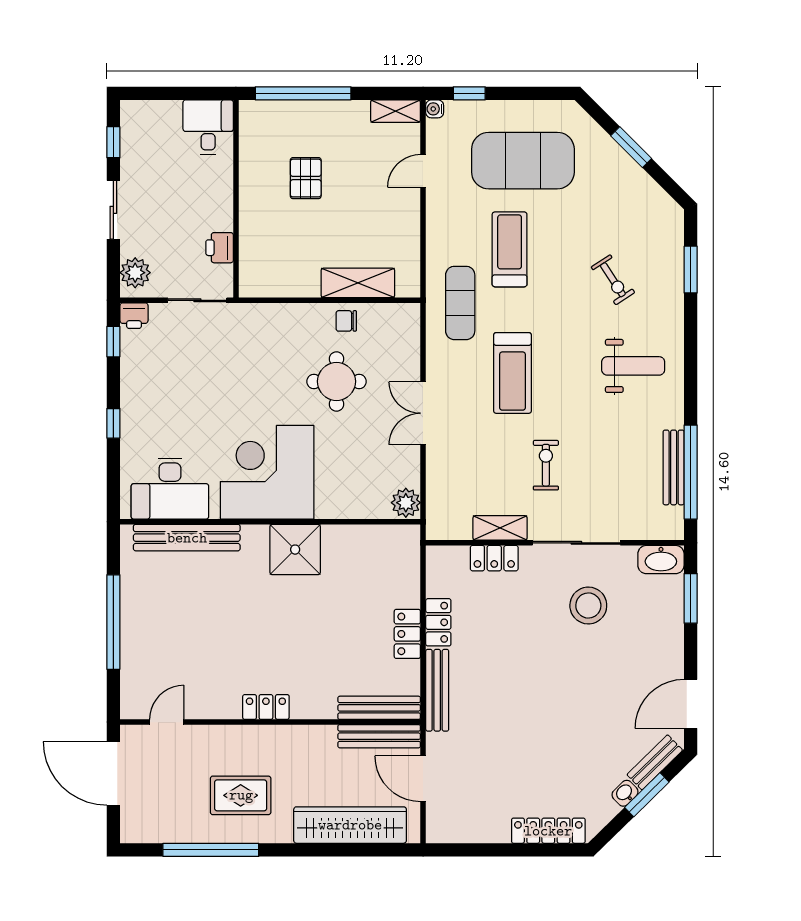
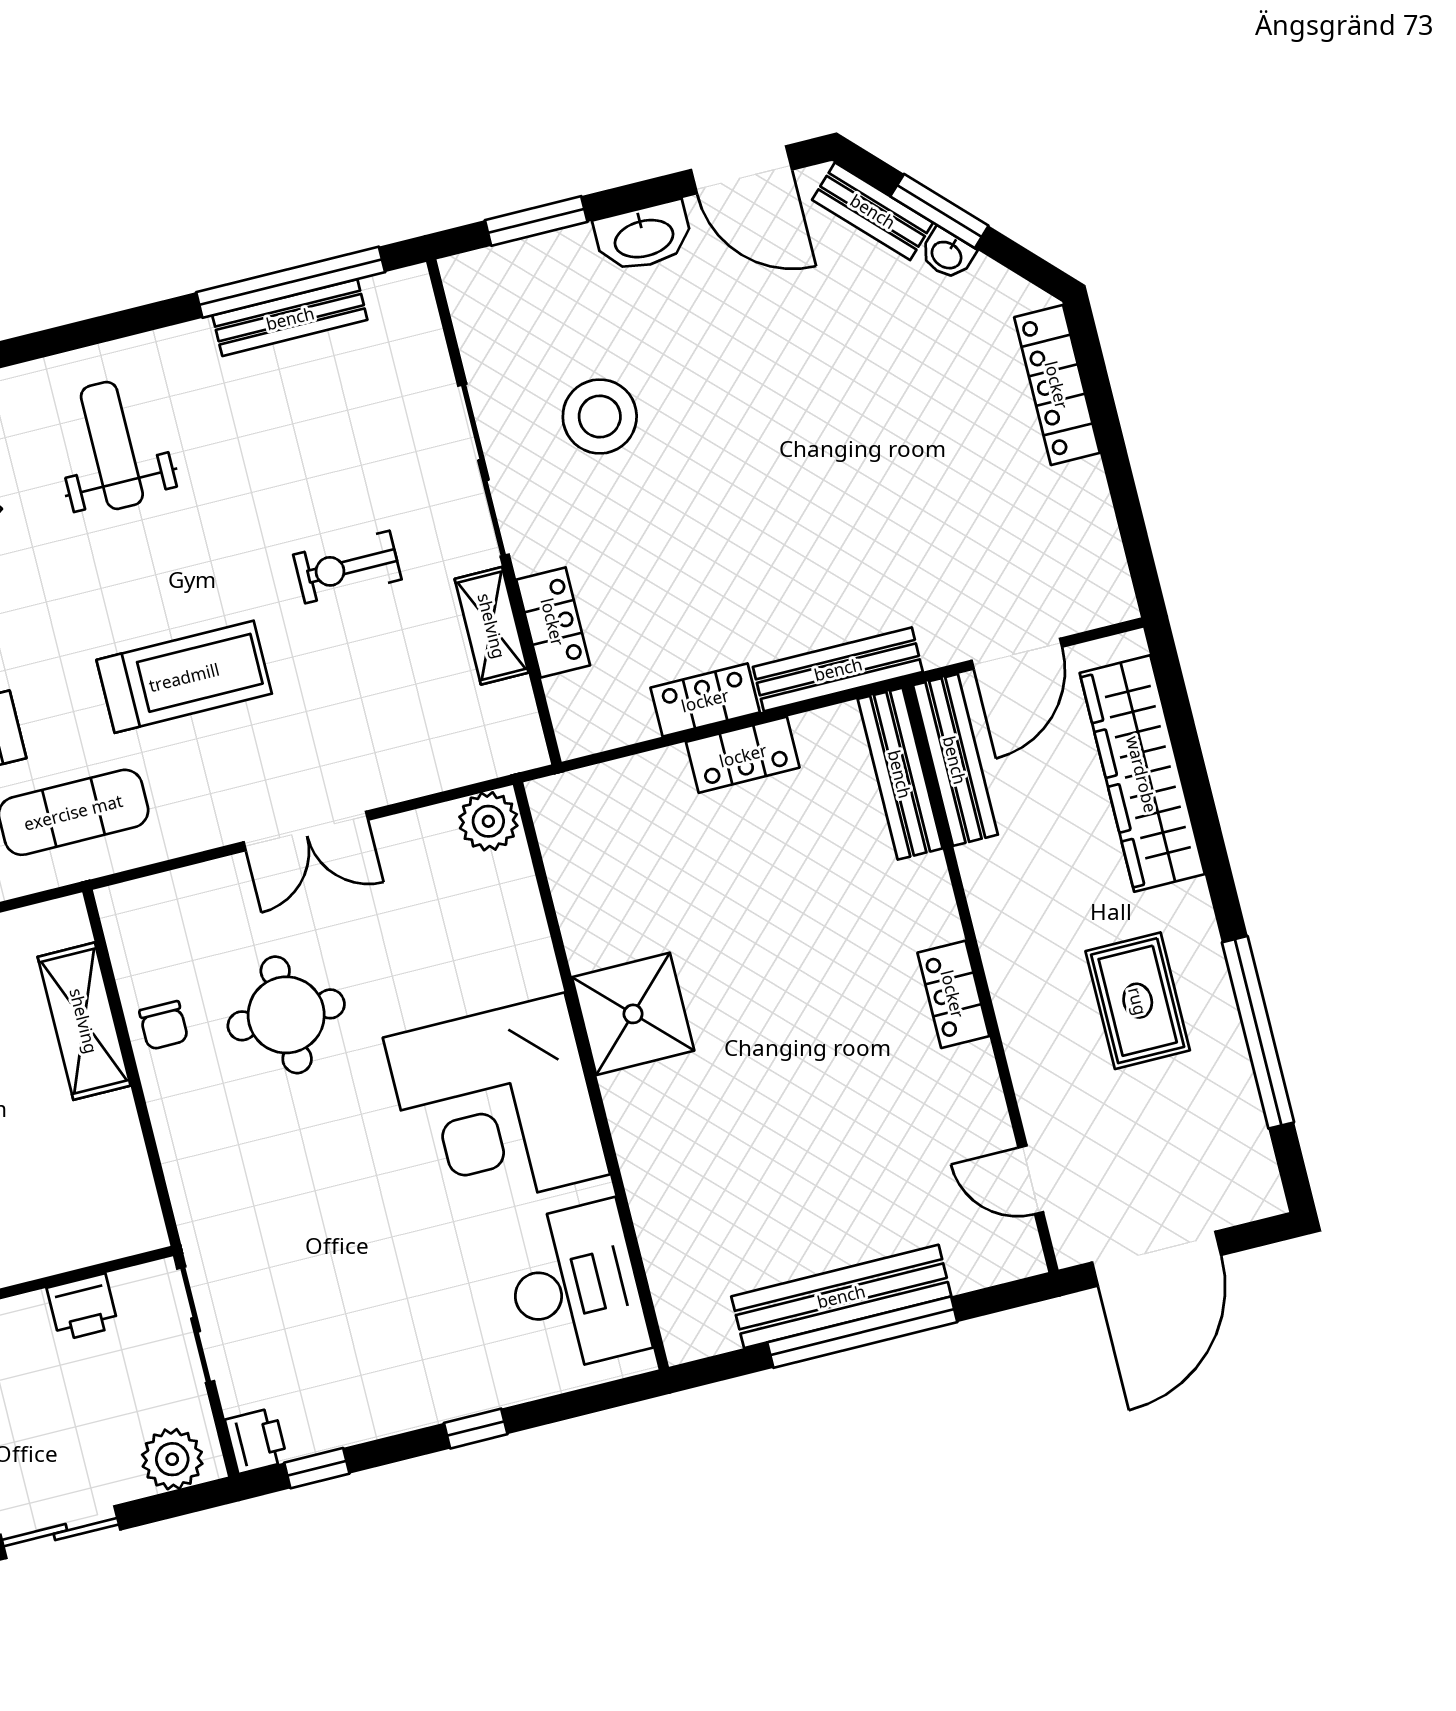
bench: (187, 538) -> (841, 1296), moved, turned 90
washbasin: (661, 560) -> (644, 237), moved, turned 90

